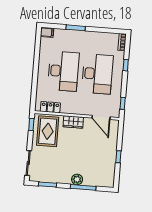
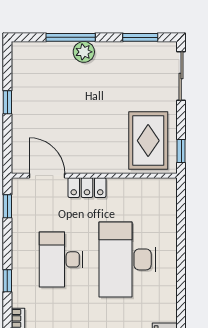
desk: (97, 74) -> (61, 259), width x0.73, depth x0.77
locker: (50, 107) -> (87, 188), moved
wardrobe: (73, 122) -> (100, 163), removed

